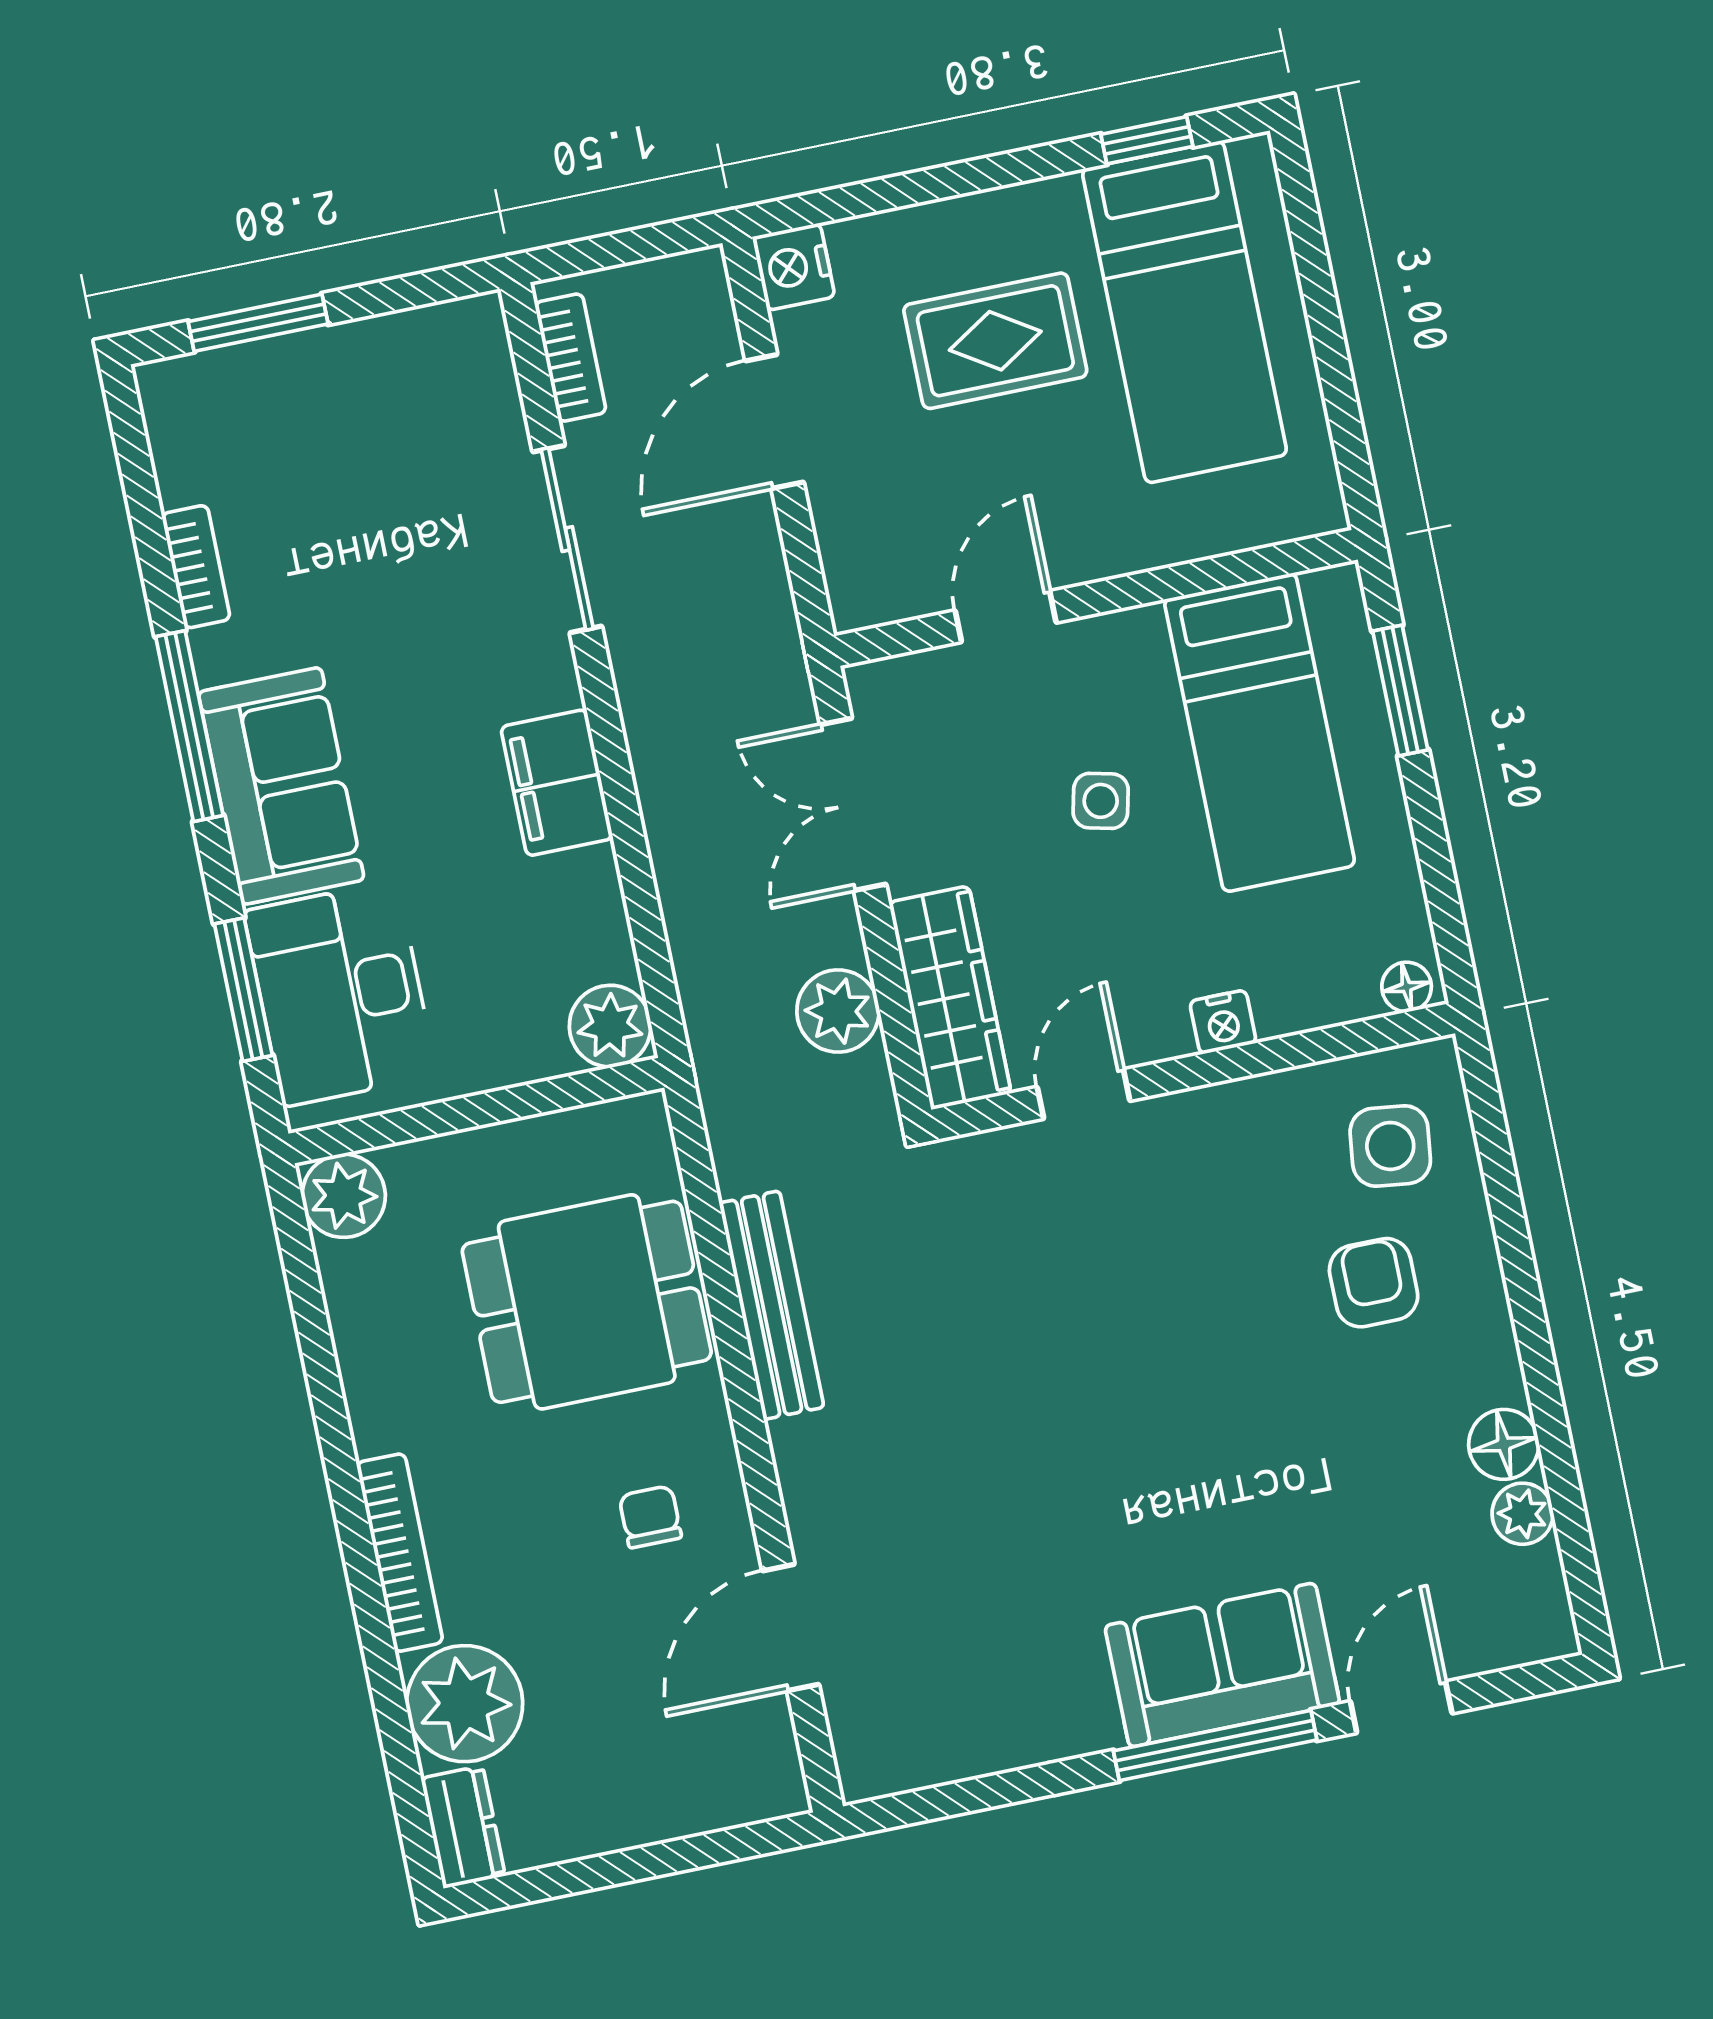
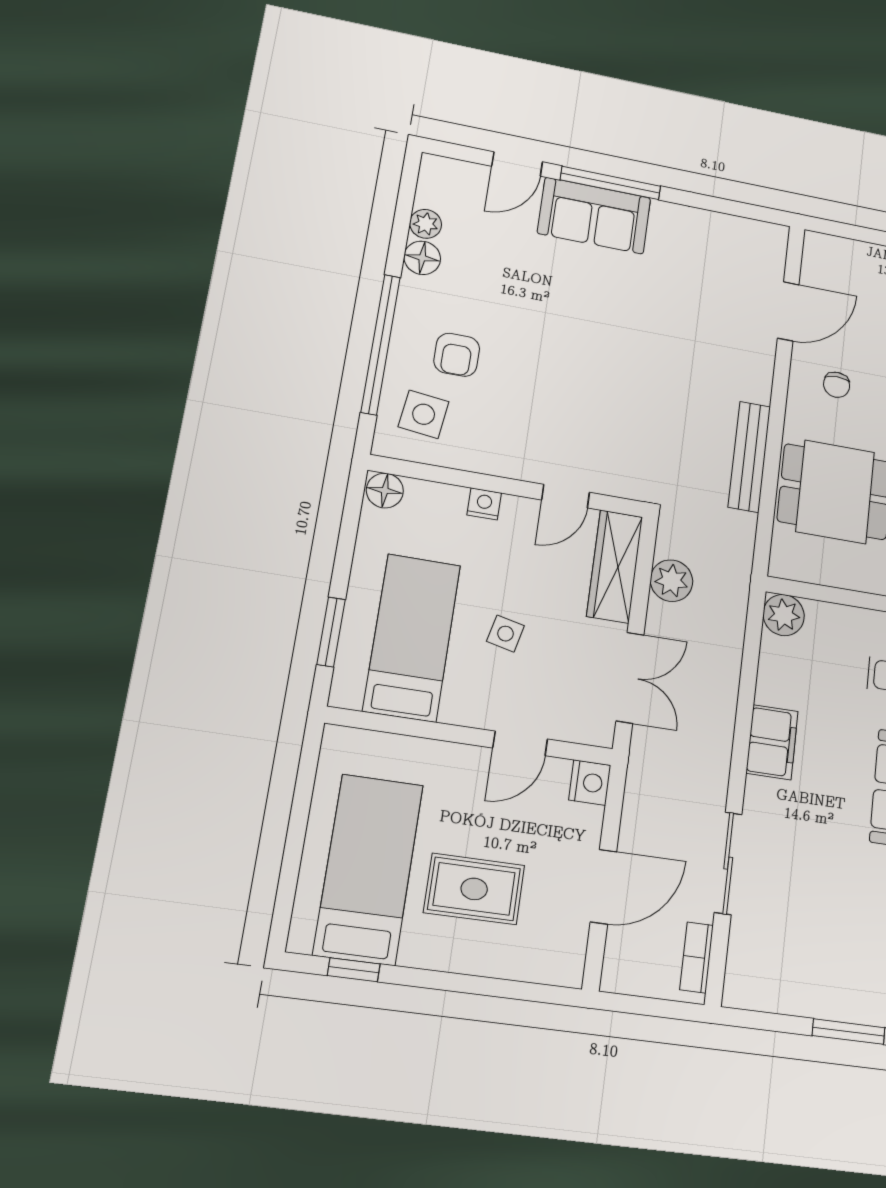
nightstand: (794, 267) -> (590, 783), moved
floor lamp: (1407, 987) -> (385, 491), width x1.37, depth x1.37
window: (1514, 1247) -> (381, 344), added

